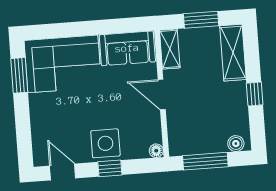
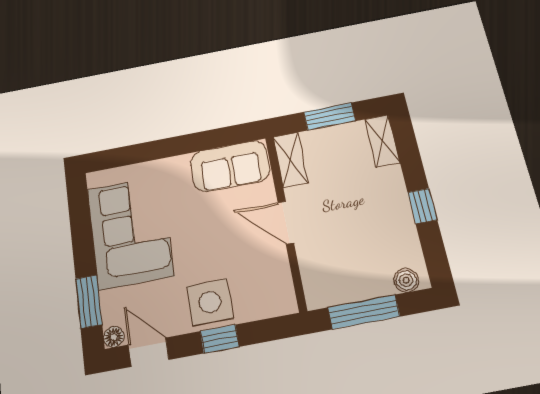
shelving: (233, 53) -> (382, 141), width x0.67, depth x0.75
corner sofa: (63, 64) -> (130, 232), moved, turned -90
window: (19, 75) -> (89, 301), moved
floor lamp: (156, 151) -> (114, 337), moved

